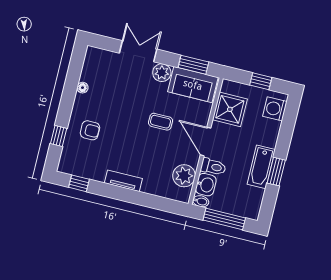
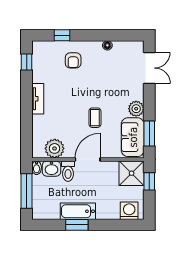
double door: (138, 51) -> (149, 68), moved
window: (261, 81) -> (149, 181), moved
shower: (230, 109) -> (132, 173), moved

